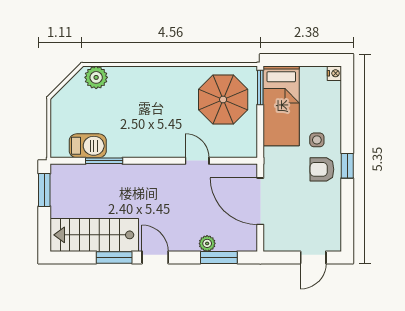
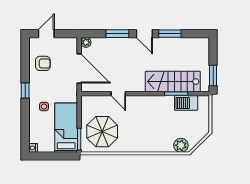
armchair: (322, 169) -> (43, 63), moved
stairs: (94, 235) -> (173, 82), moved, turned 180
plant: (207, 243) -> (86, 42), moved
window: (219, 257) -> (117, 34), moved

